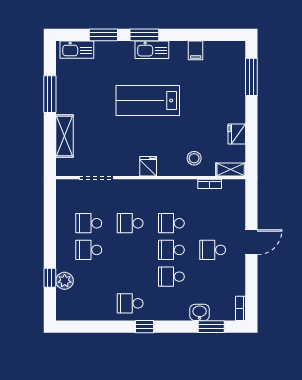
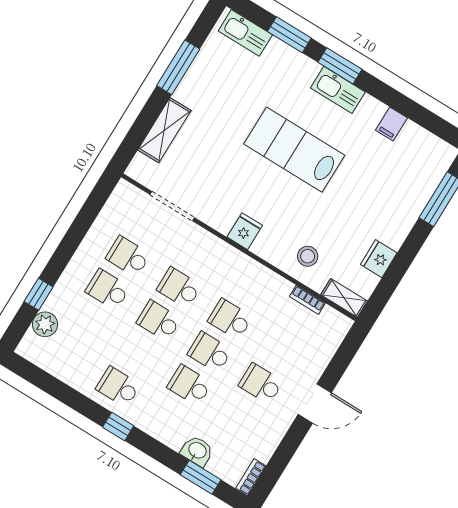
school desk: (130, 250) -> (159, 321), added
plant: (65, 281) -> (45, 324), moved

